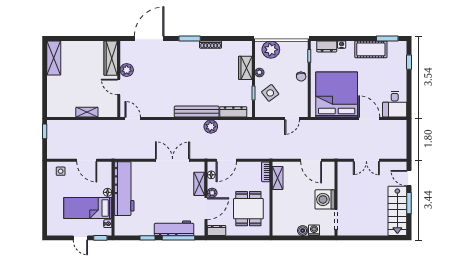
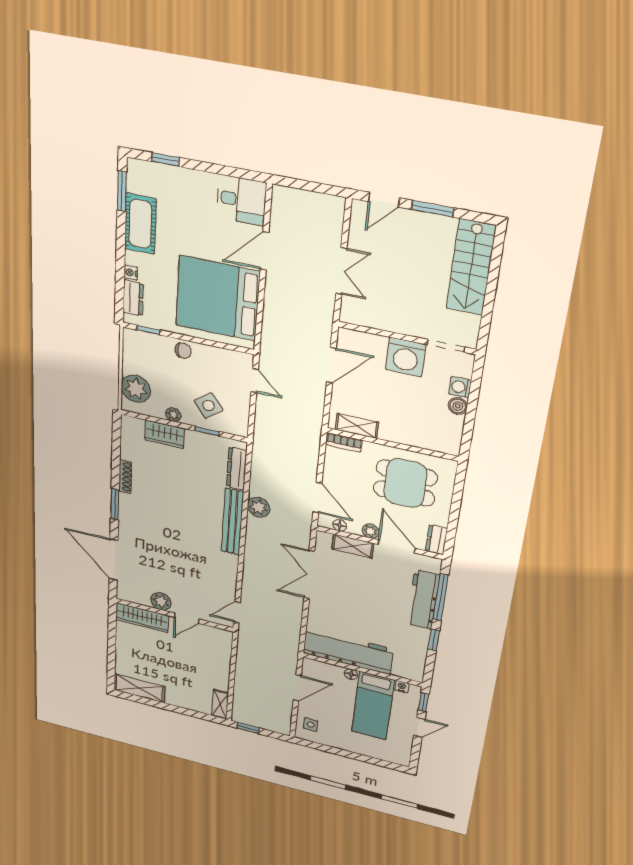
shelving: (87, 112) -> (220, 704), moved
stairs: (397, 211) -> (471, 267), moved, turned 90

